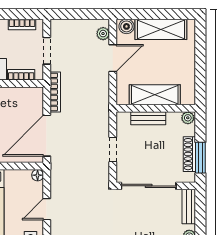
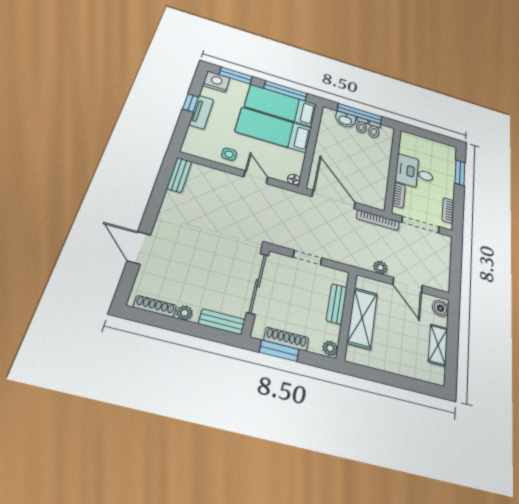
shelving: (161, 29) -> (438, 345), width x0.67, depth x0.75
plant: (103, 34) -> (380, 267), moved
doorway: (47, 51) -> (421, 225), width x1.38

